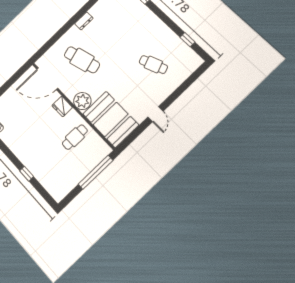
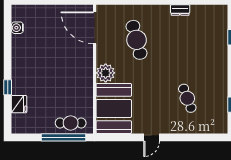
dresser: (84, 21) -> (180, 10), moved
fridge: (62, 107) -> (19, 104), moved, turned 180
cafe table: (75, 137) -> (71, 123), moved

